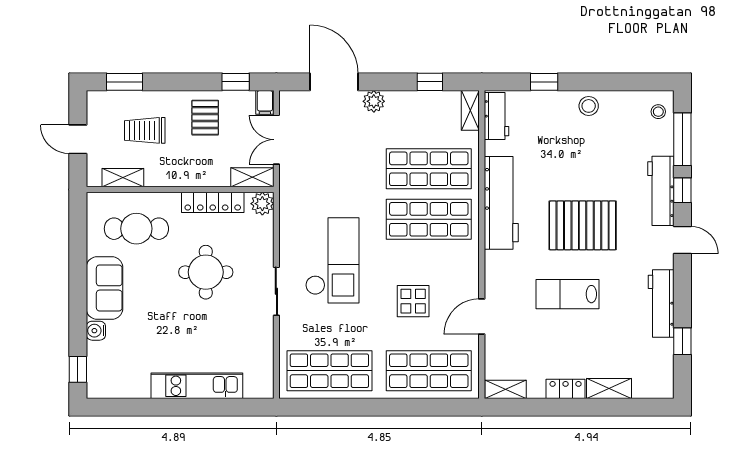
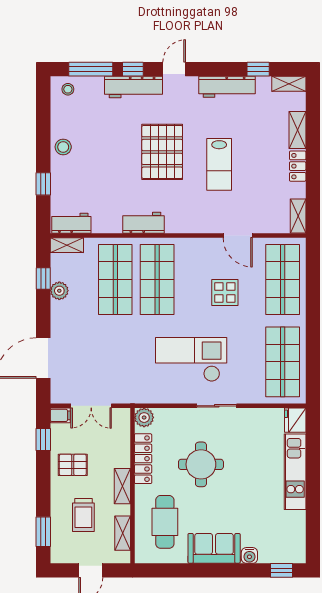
plant: (374, 101) -> (59, 291), moved
shelving: (252, 177) -> (122, 486), moved
workbench: (501, 203) -> (143, 223), width x0.53, depth x0.76
shelving: (665, 378) -> (289, 84), added
fridge: (259, 386) -> (295, 420), added

